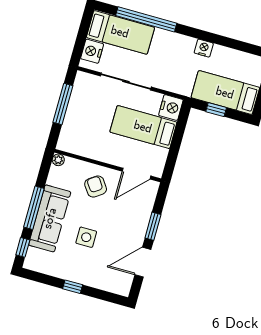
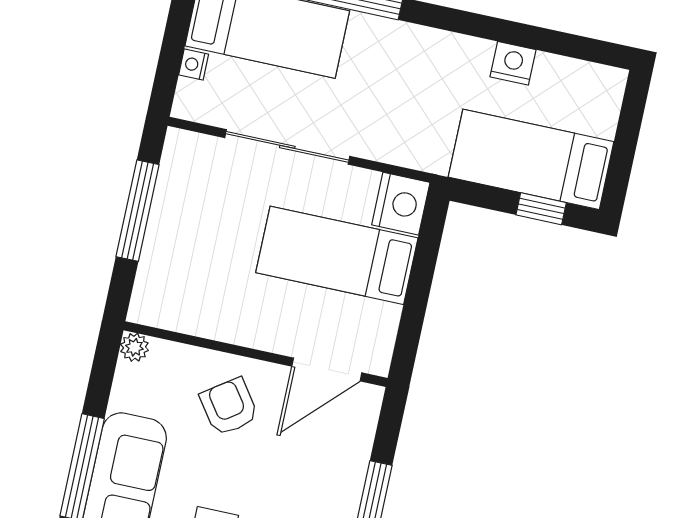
nightstand: (204, 48) -> (513, 63), moved
nightstand: (92, 51) -> (194, 65), width x0.53, depth x0.56
window: (216, 110) -> (541, 209), moved

